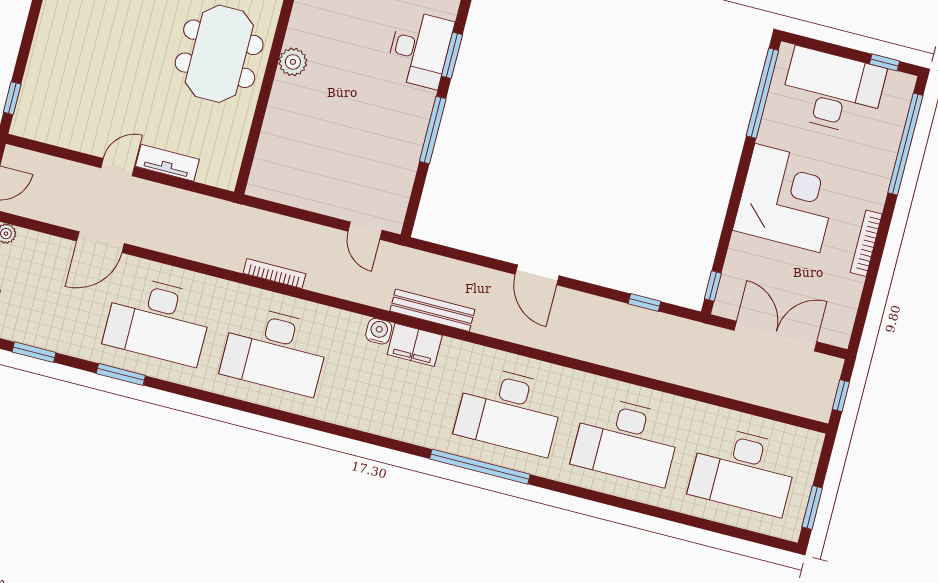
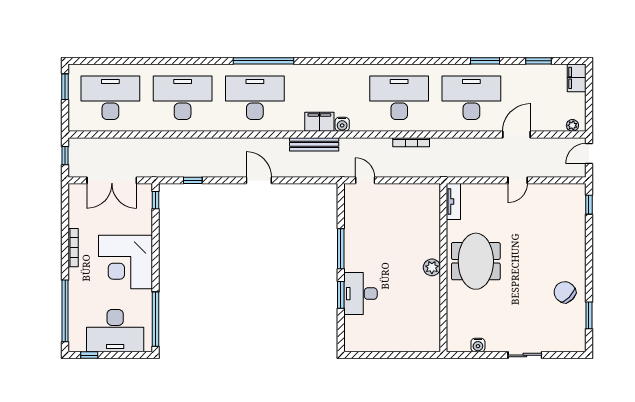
tv unit: (167, 163) -> (453, 201), moved, turned -90

